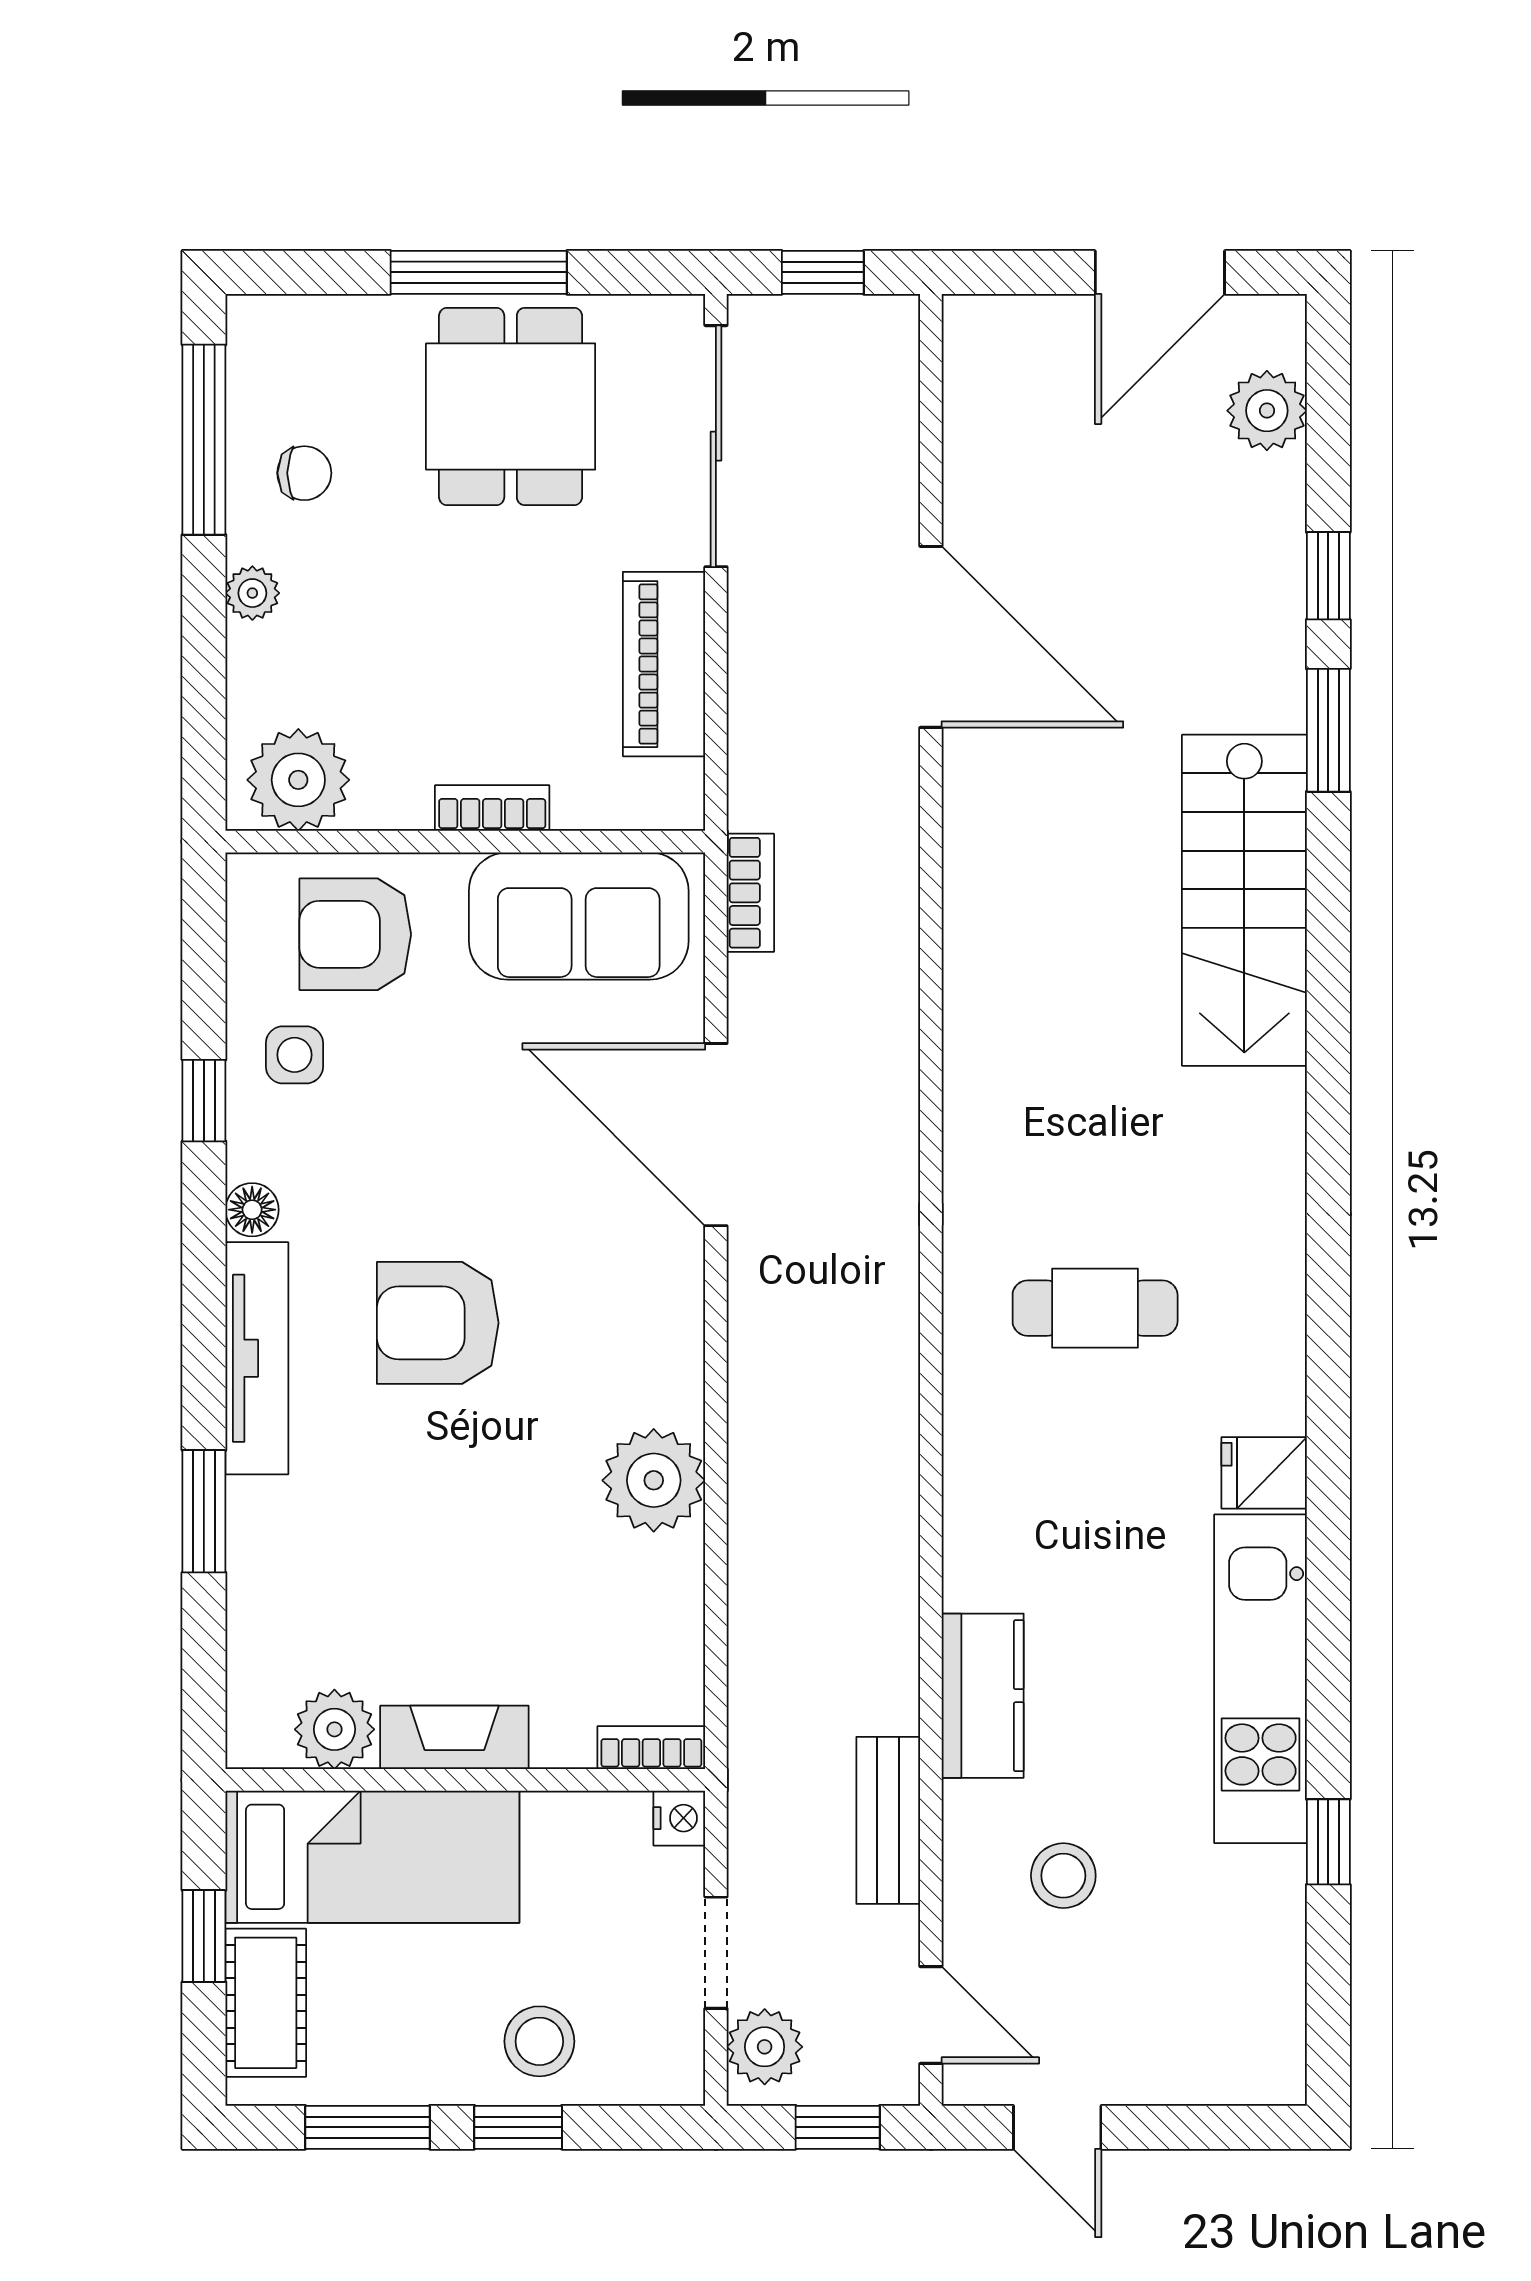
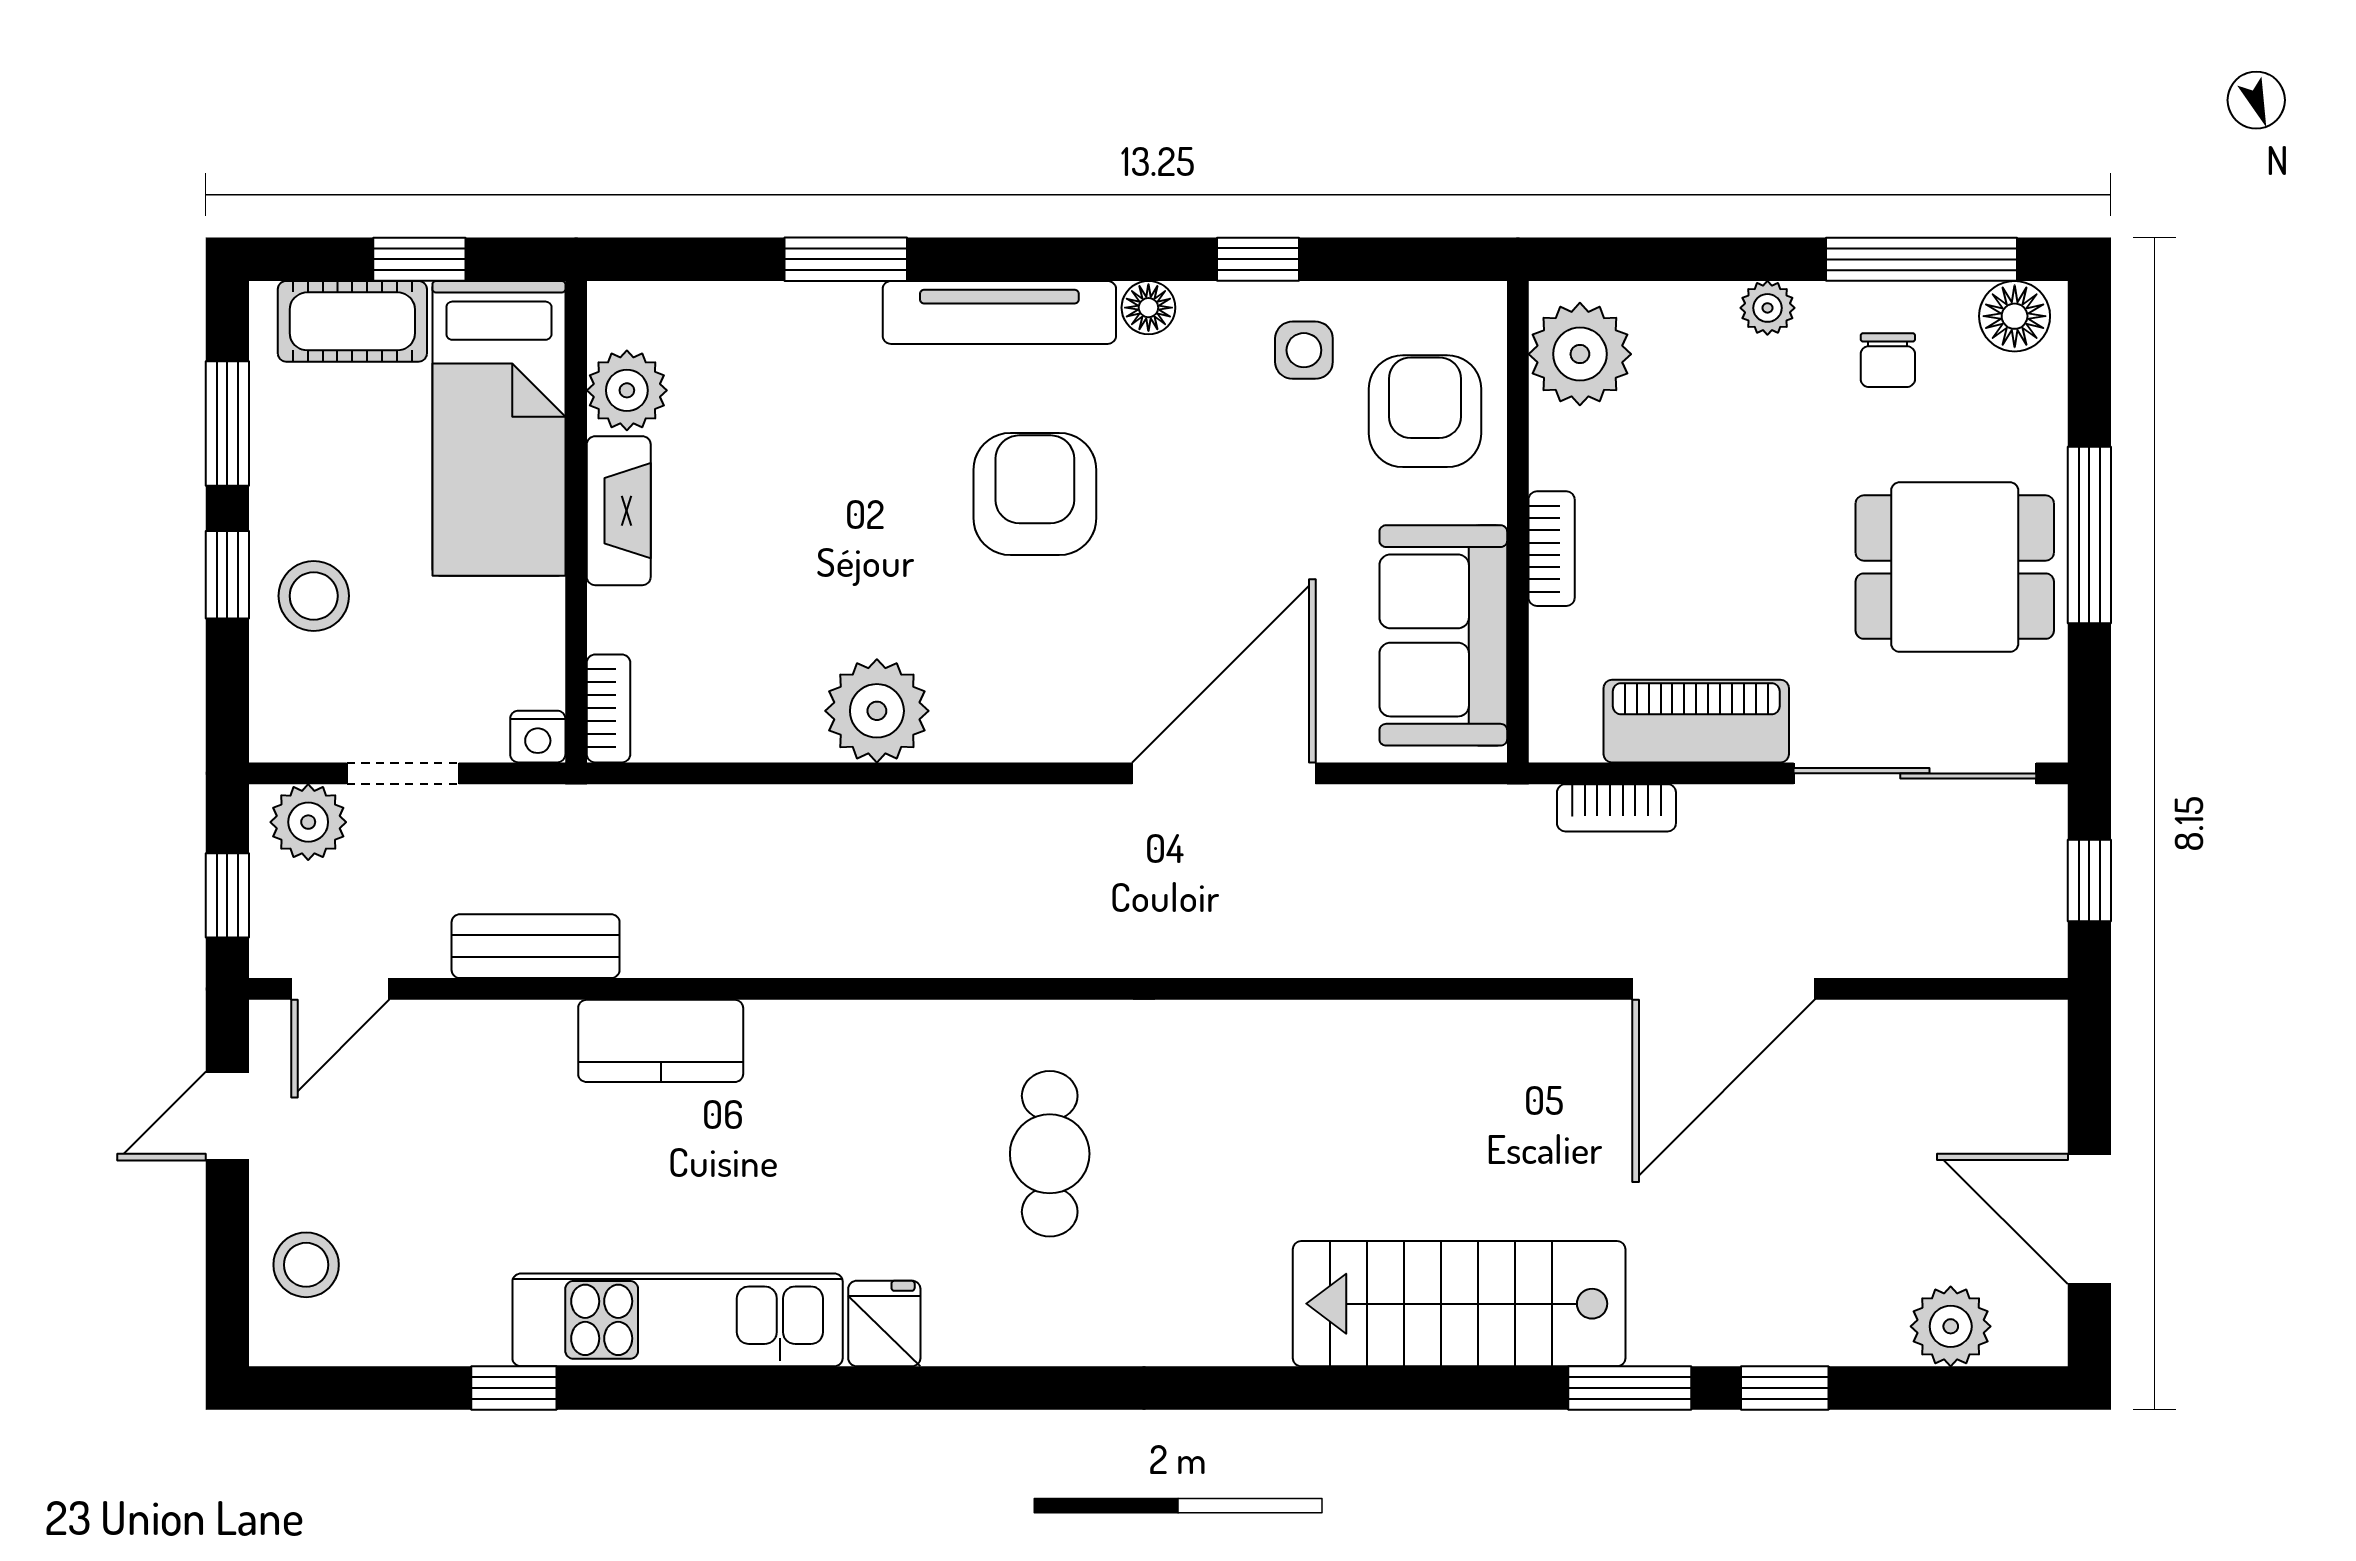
floor lamp: (261, 347) -> (2015, 316), added
bookcase: (750, 893) -> (1616, 808), moved
stool: (1063, 1876) -> (306, 1265), moved

